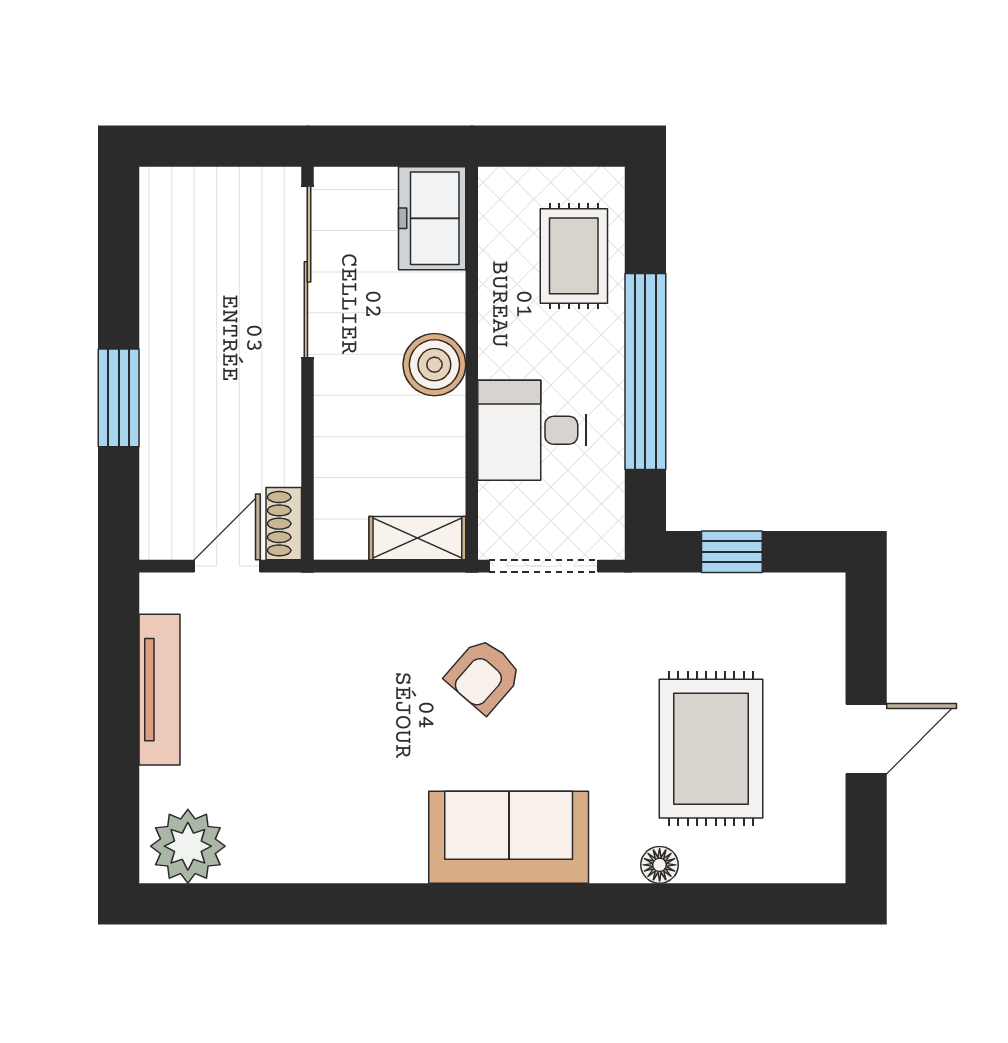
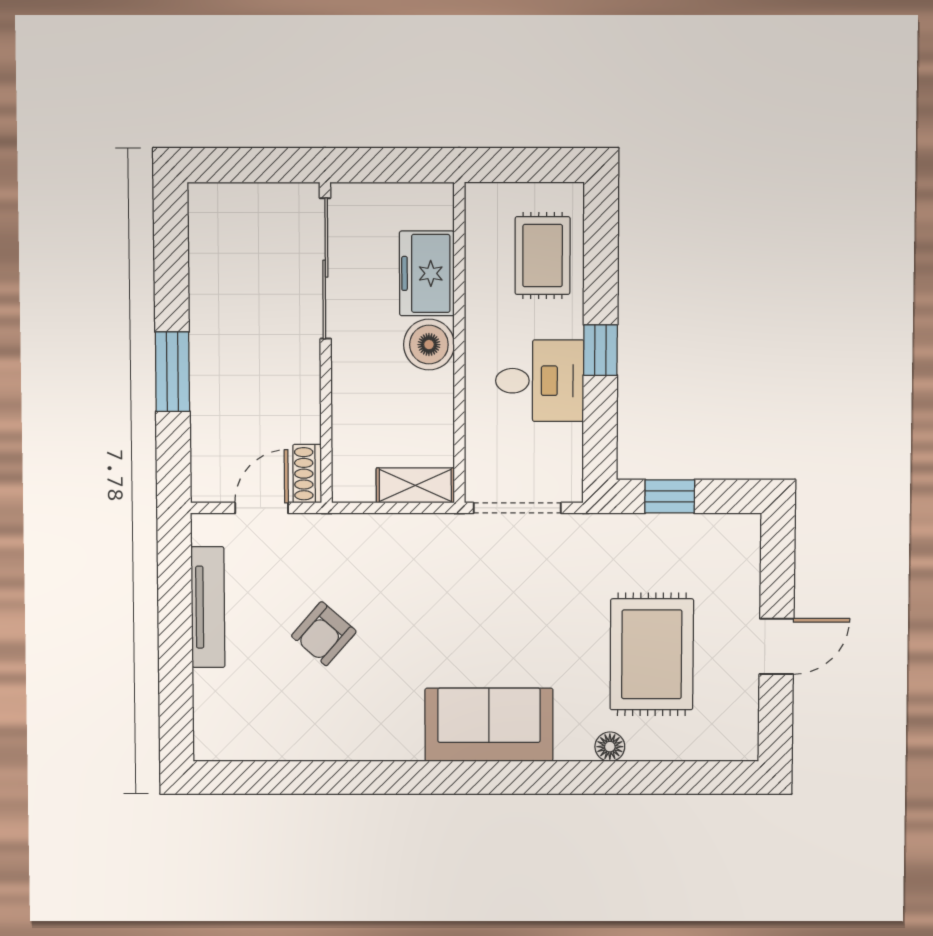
freezer: (432, 218) -> (427, 273), moved
window: (645, 371) -> (600, 350), width x0.32
desk: (532, 430) -> (540, 381), moved, turned 180
armchair: (484, 676) -> (324, 634), moved
plant: (188, 846) -> (232, 732), removed

